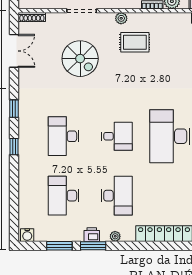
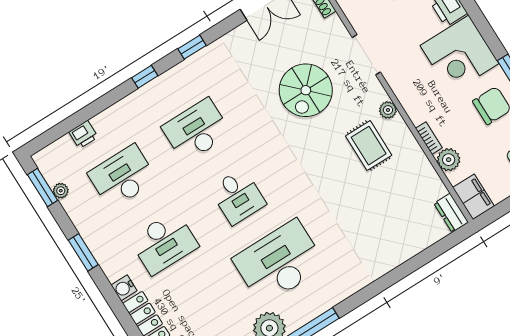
water cooler: (27, 235) -> (124, 288), moved
printer: (92, 235) -> (83, 134), moved, turned 90
plant: (115, 236) -> (61, 191), moved
window: (59, 246) -> (43, 187), moved

